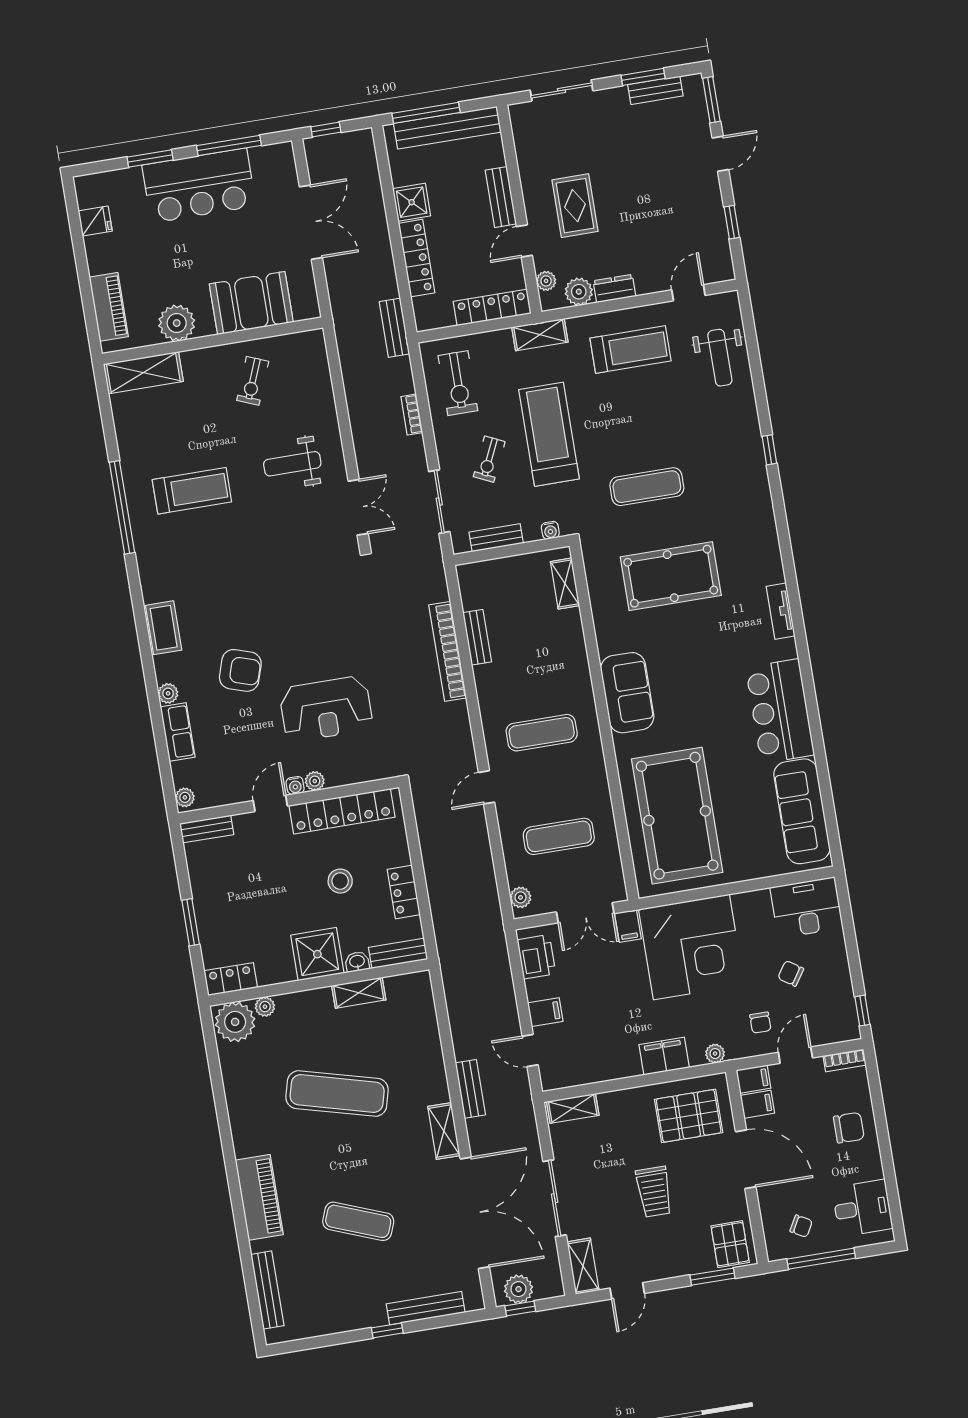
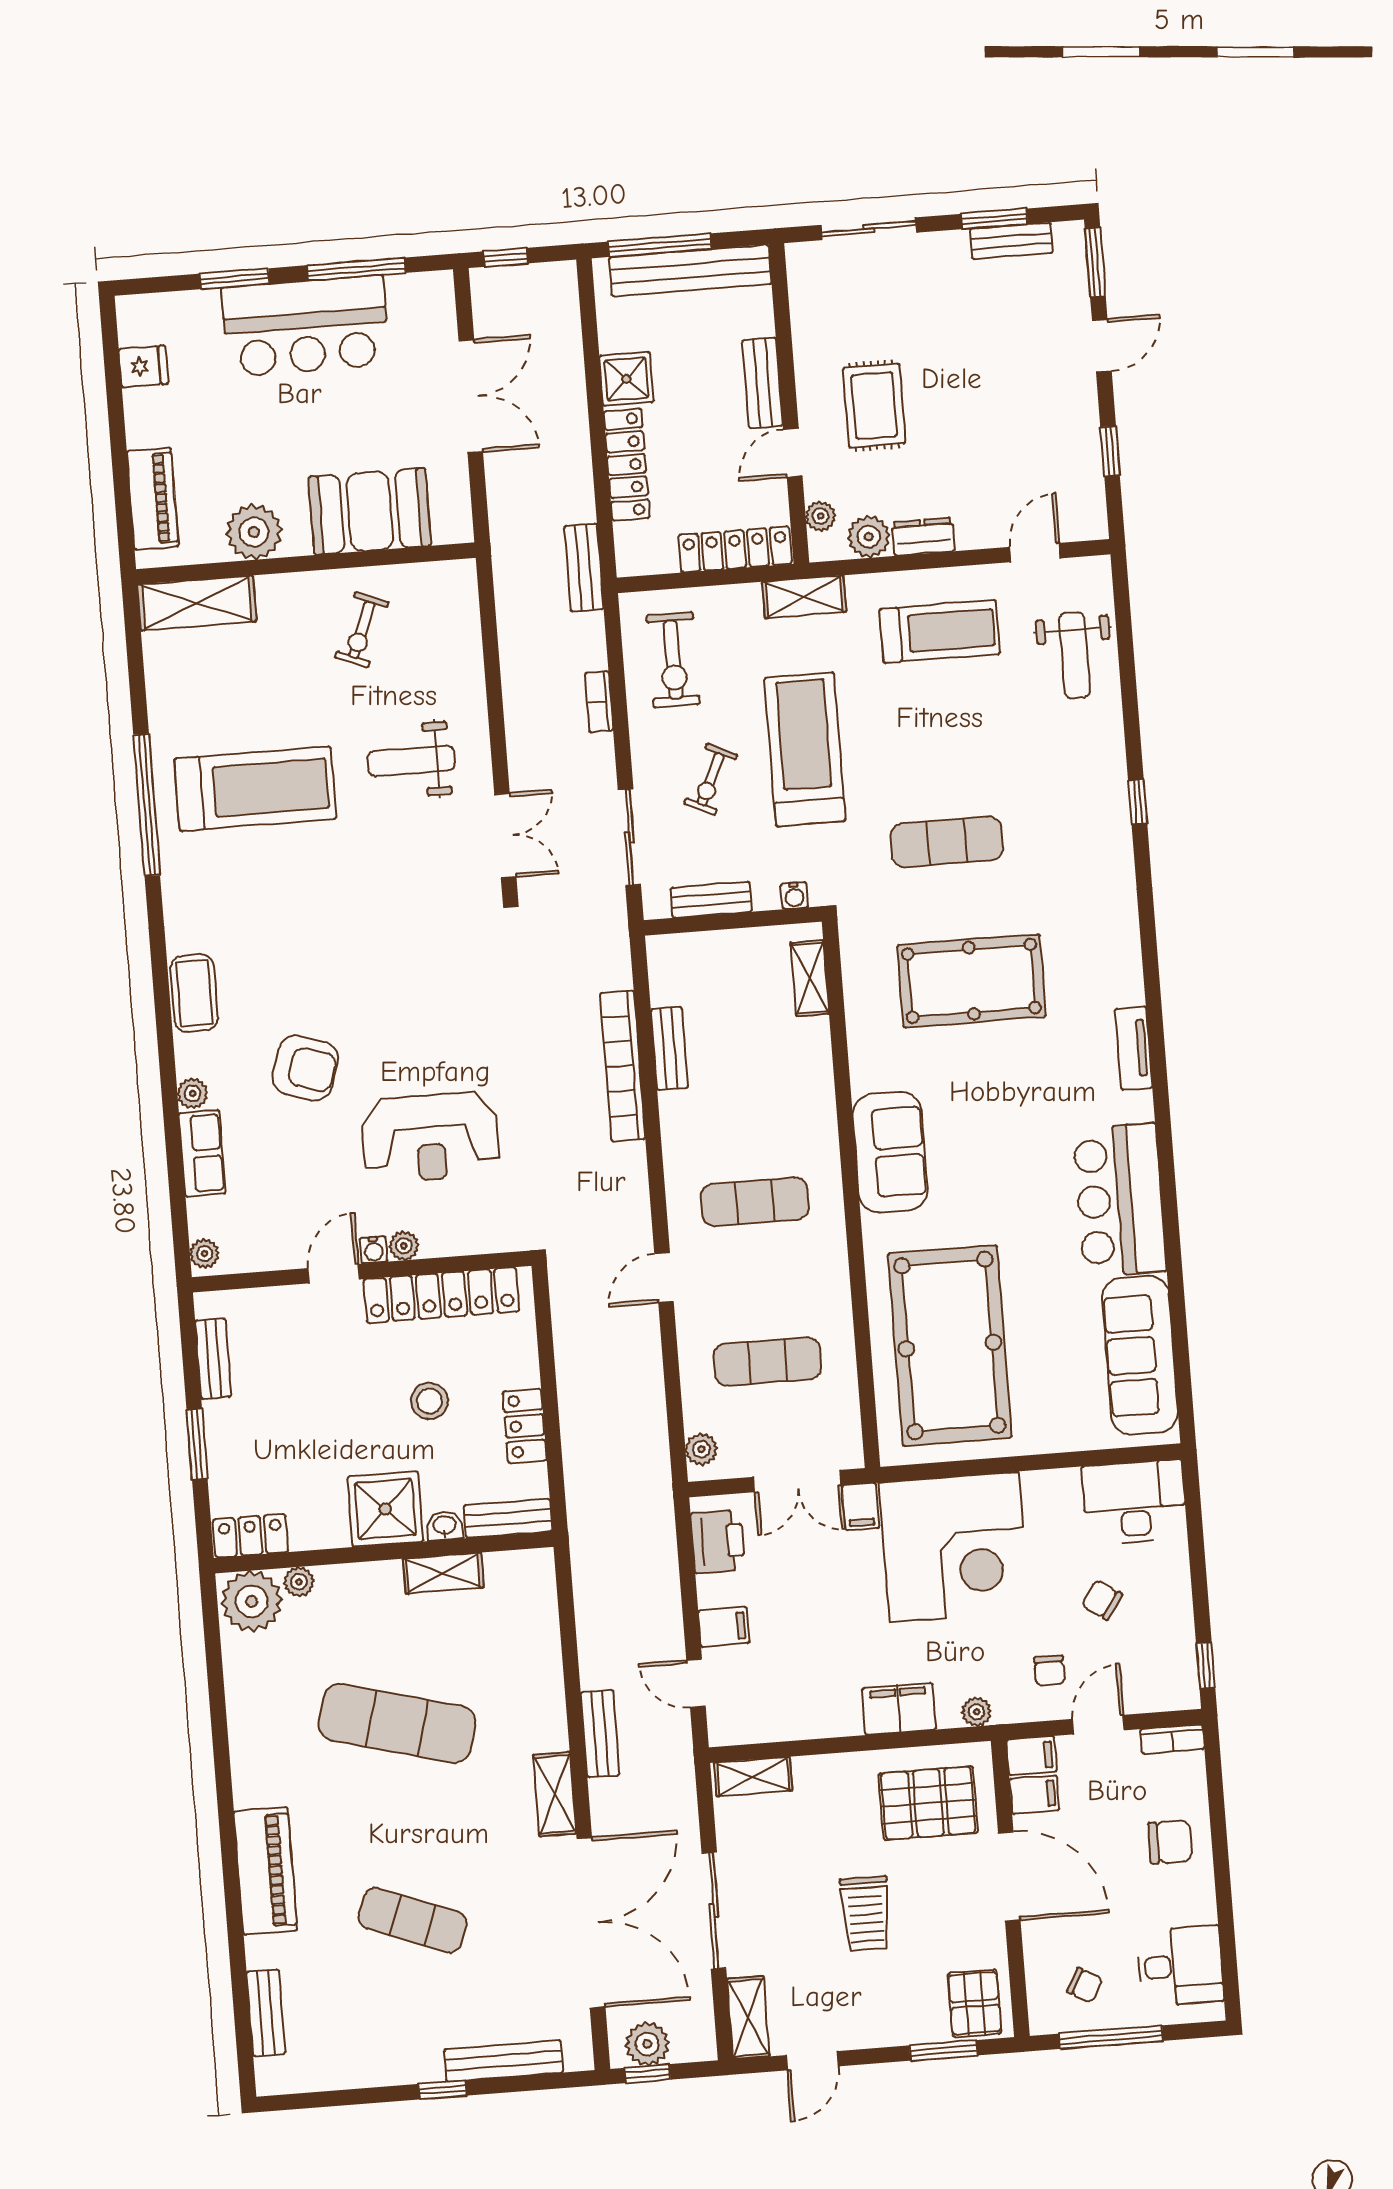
treadmill: (192, 491) -> (255, 789), width x1.37, depth x1.38
bench: (207, 829) -> (213, 1359), moved, turned 90
bench: (267, 1290) -> (266, 2013), width x0.73

